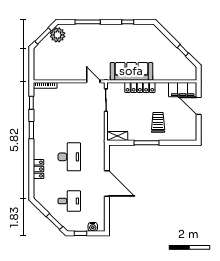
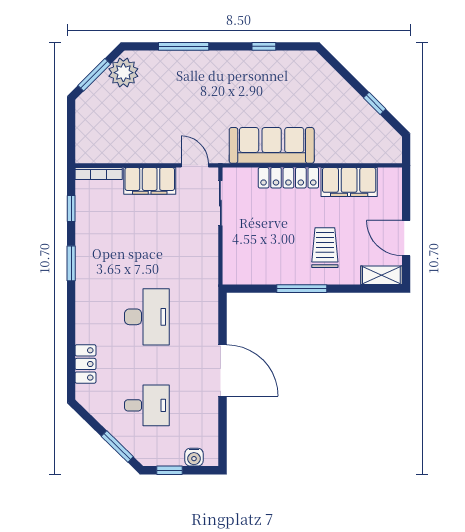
filing cabinet: (71, 89) -> (150, 181), added
filing cabinet: (183, 90) -> (349, 182), moved
door: (199, 106) -> (406, 238), moved
shelving: (117, 136) -> (381, 275), moved
locker: (39, 169) -> (85, 364), moved

